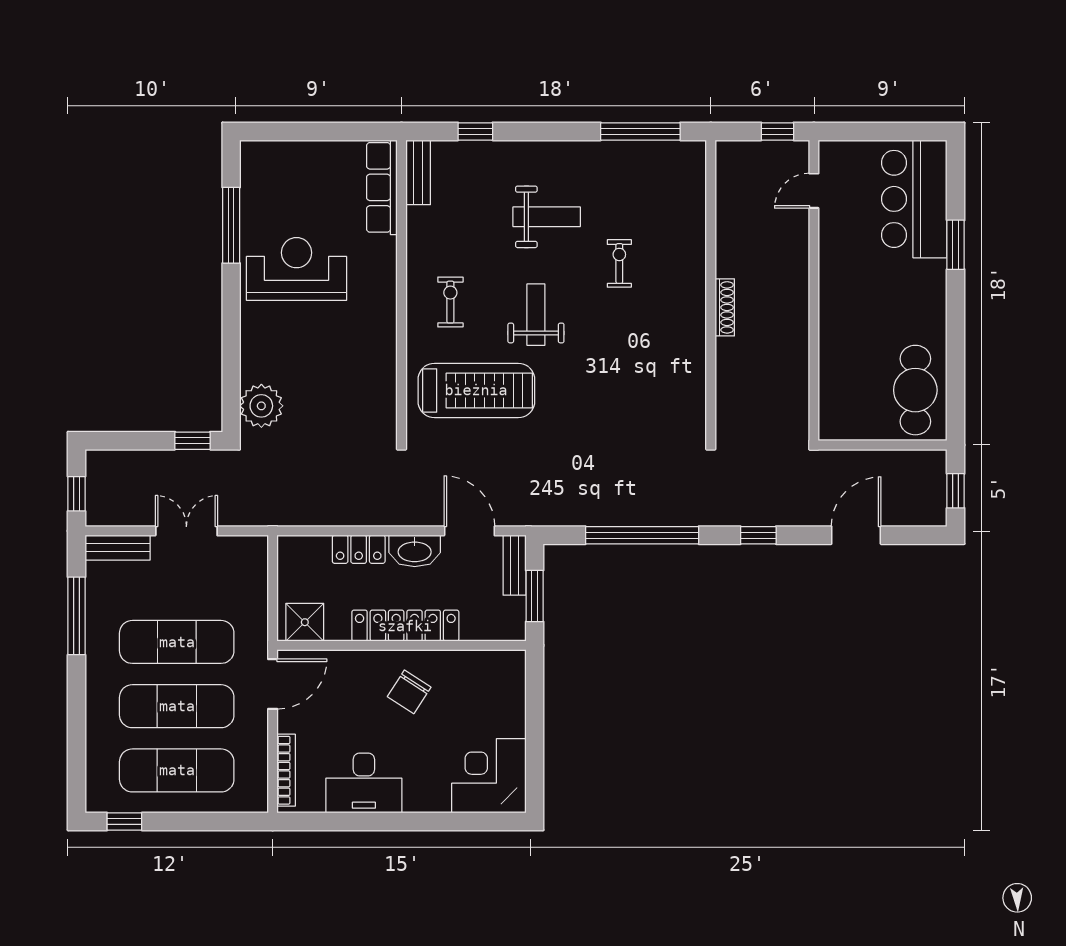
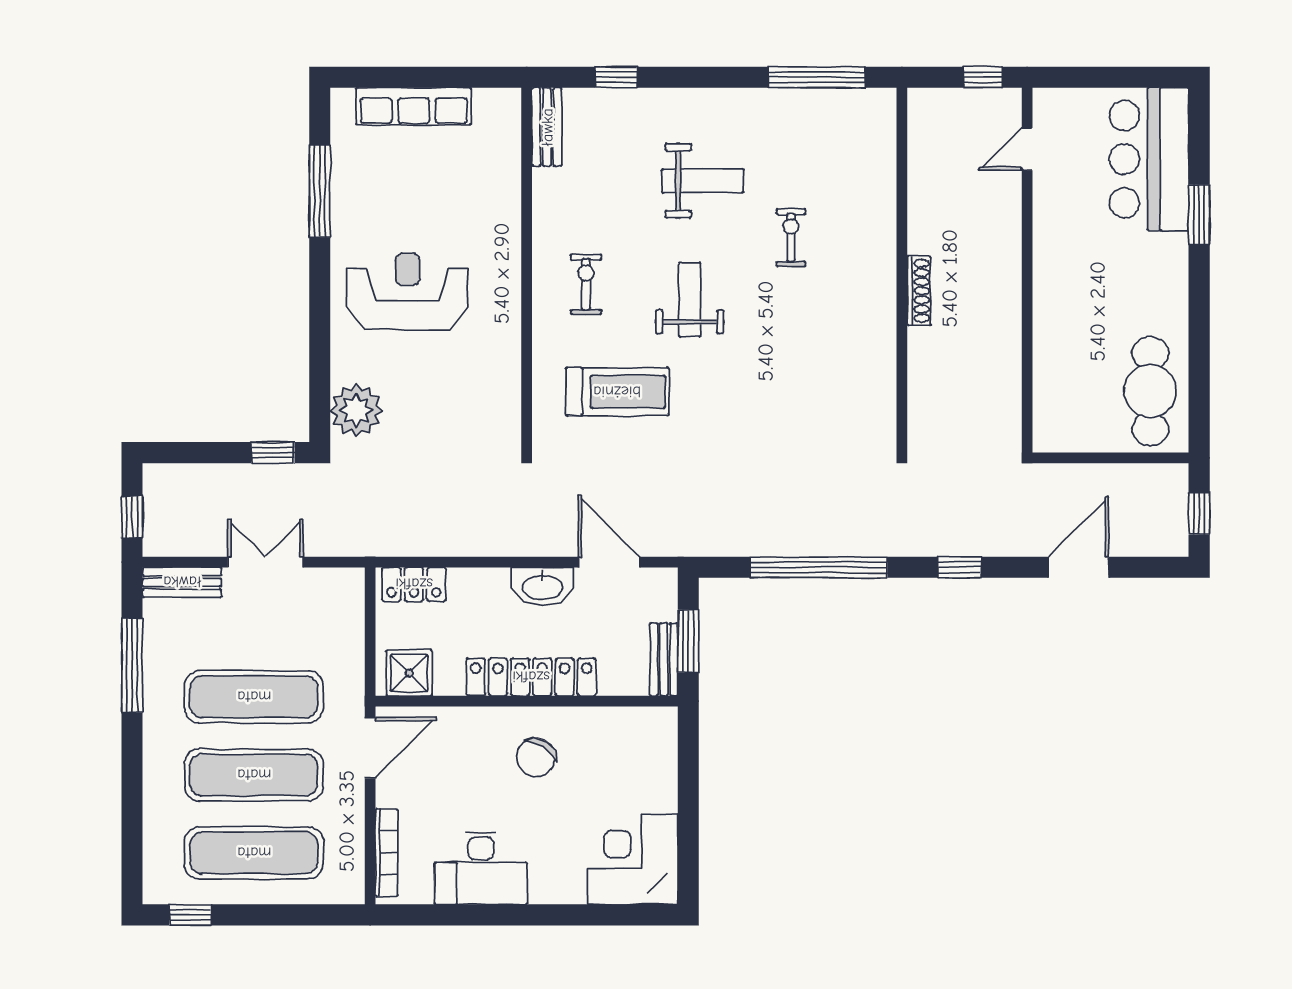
row of seats: (382, 187) -> (414, 106), moved, turned -90
reception desk: (297, 269) -> (407, 292), moved
treadmill: (476, 390) -> (617, 392), width x0.73, depth x0.73
locker: (359, 549) -> (414, 584), moved
bench: (515, 565) -> (664, 659), moved

